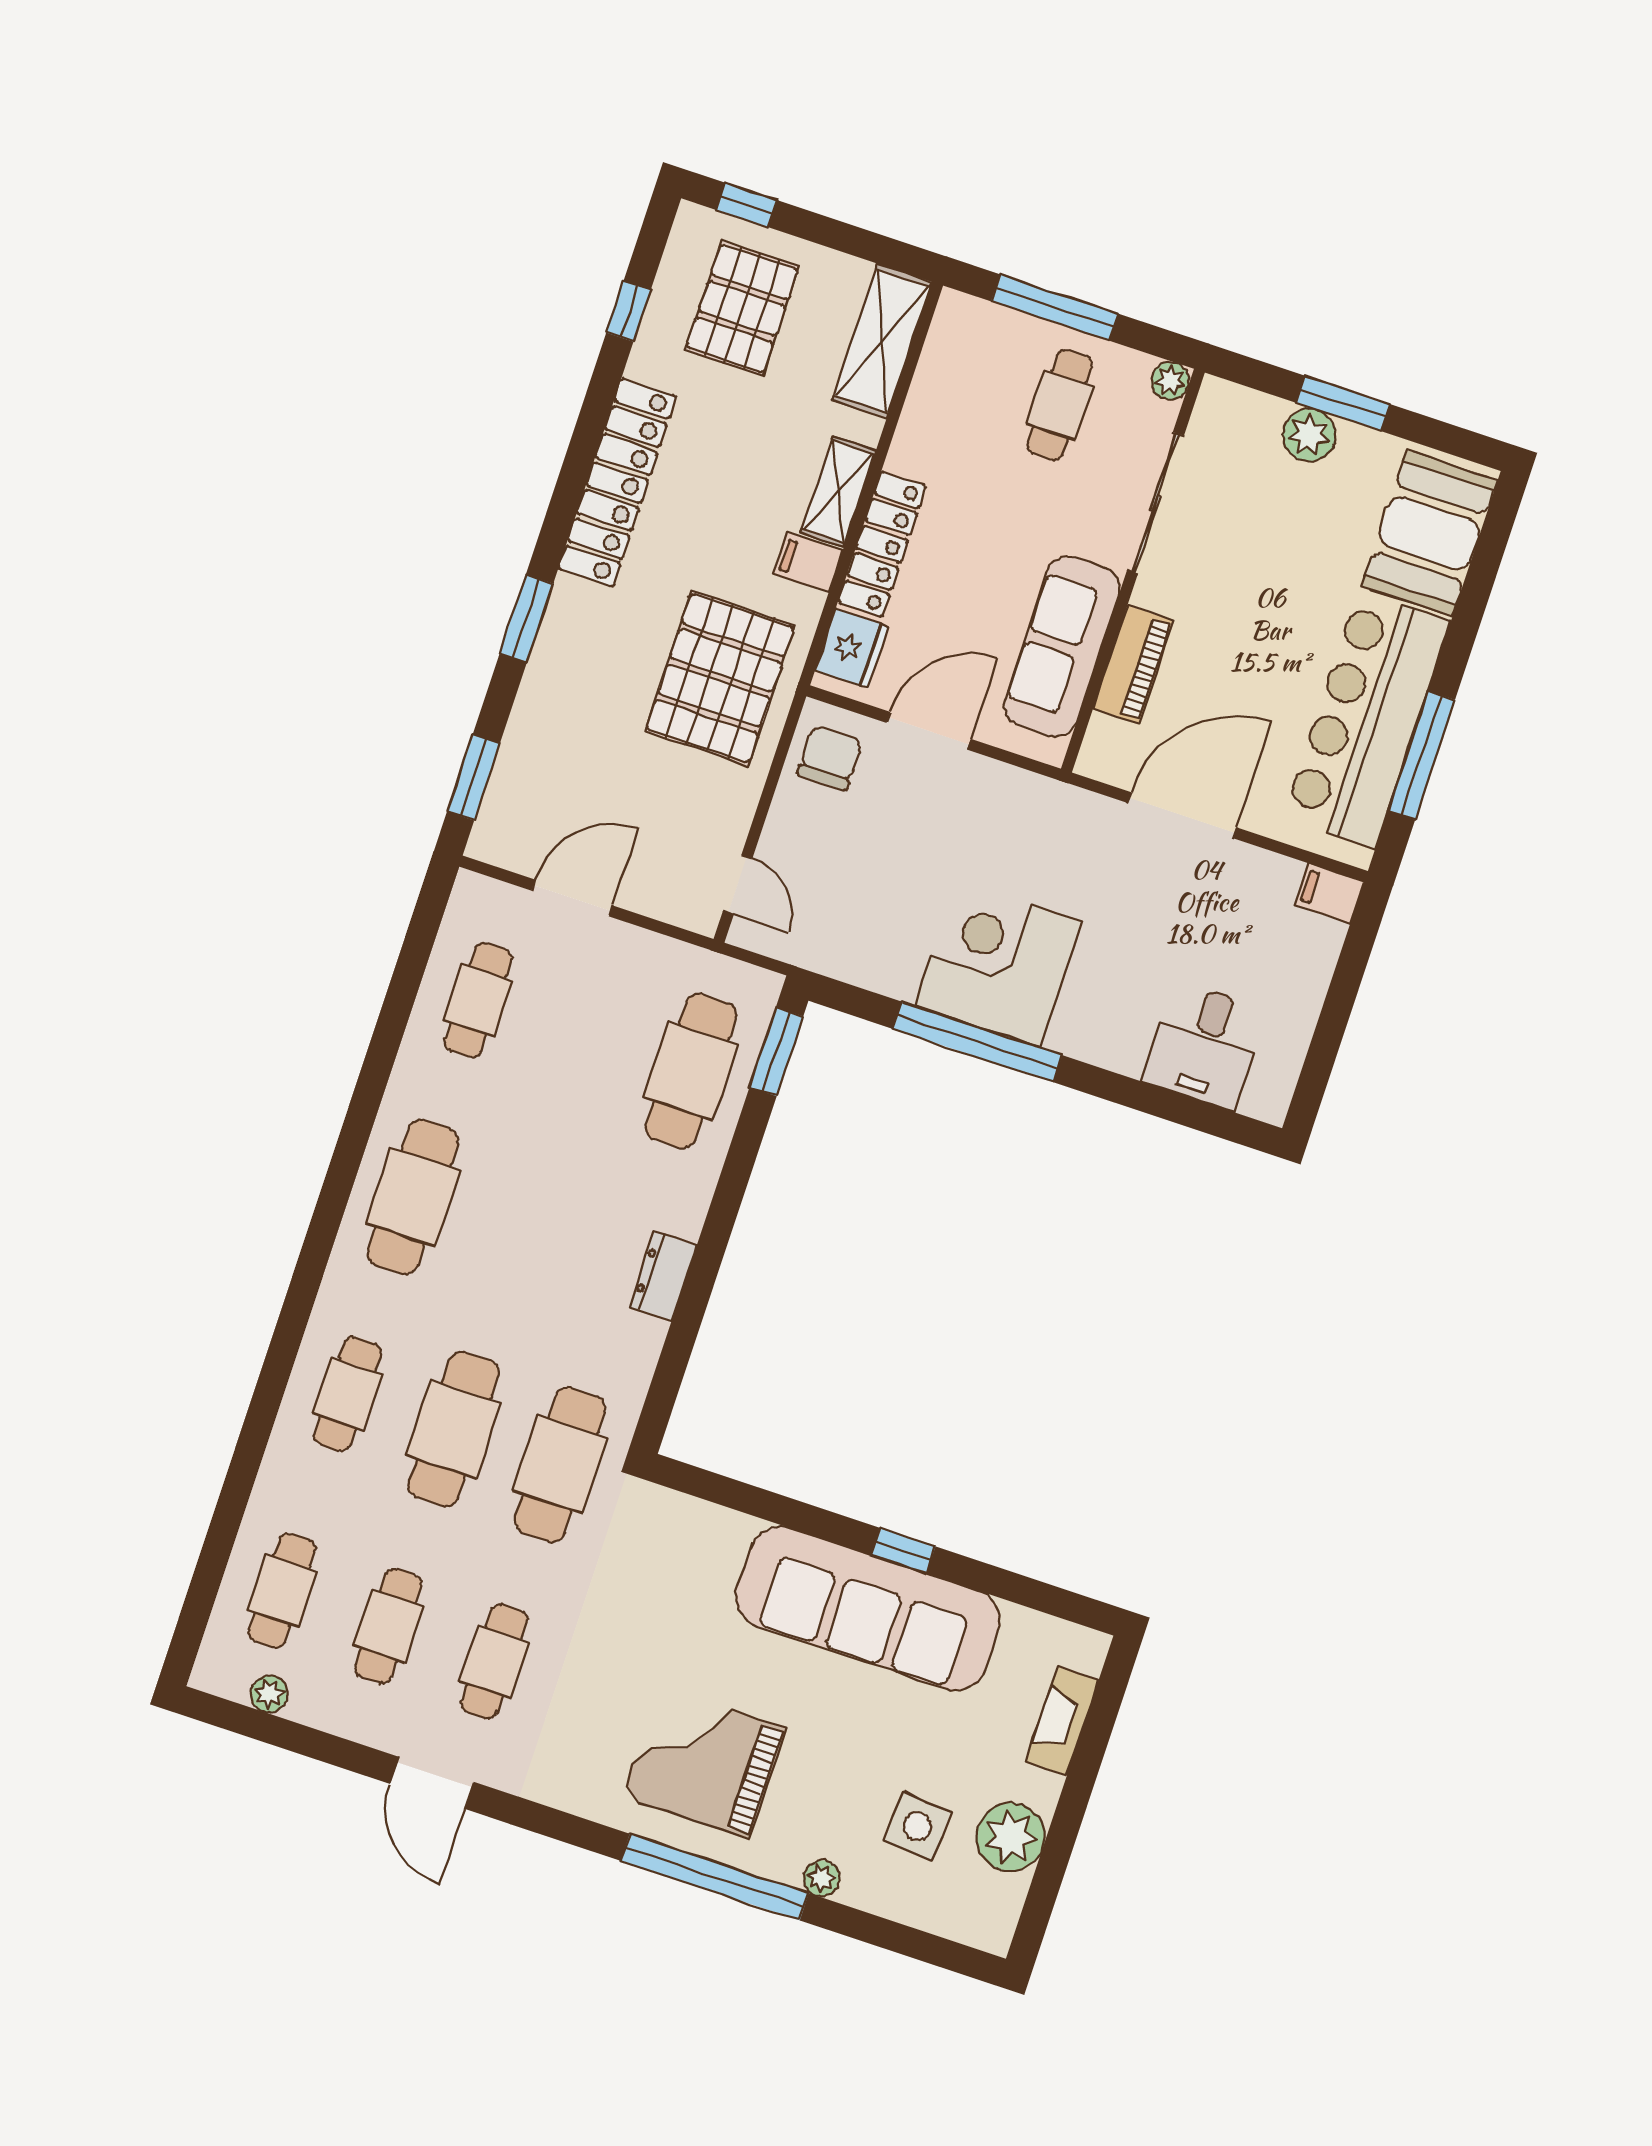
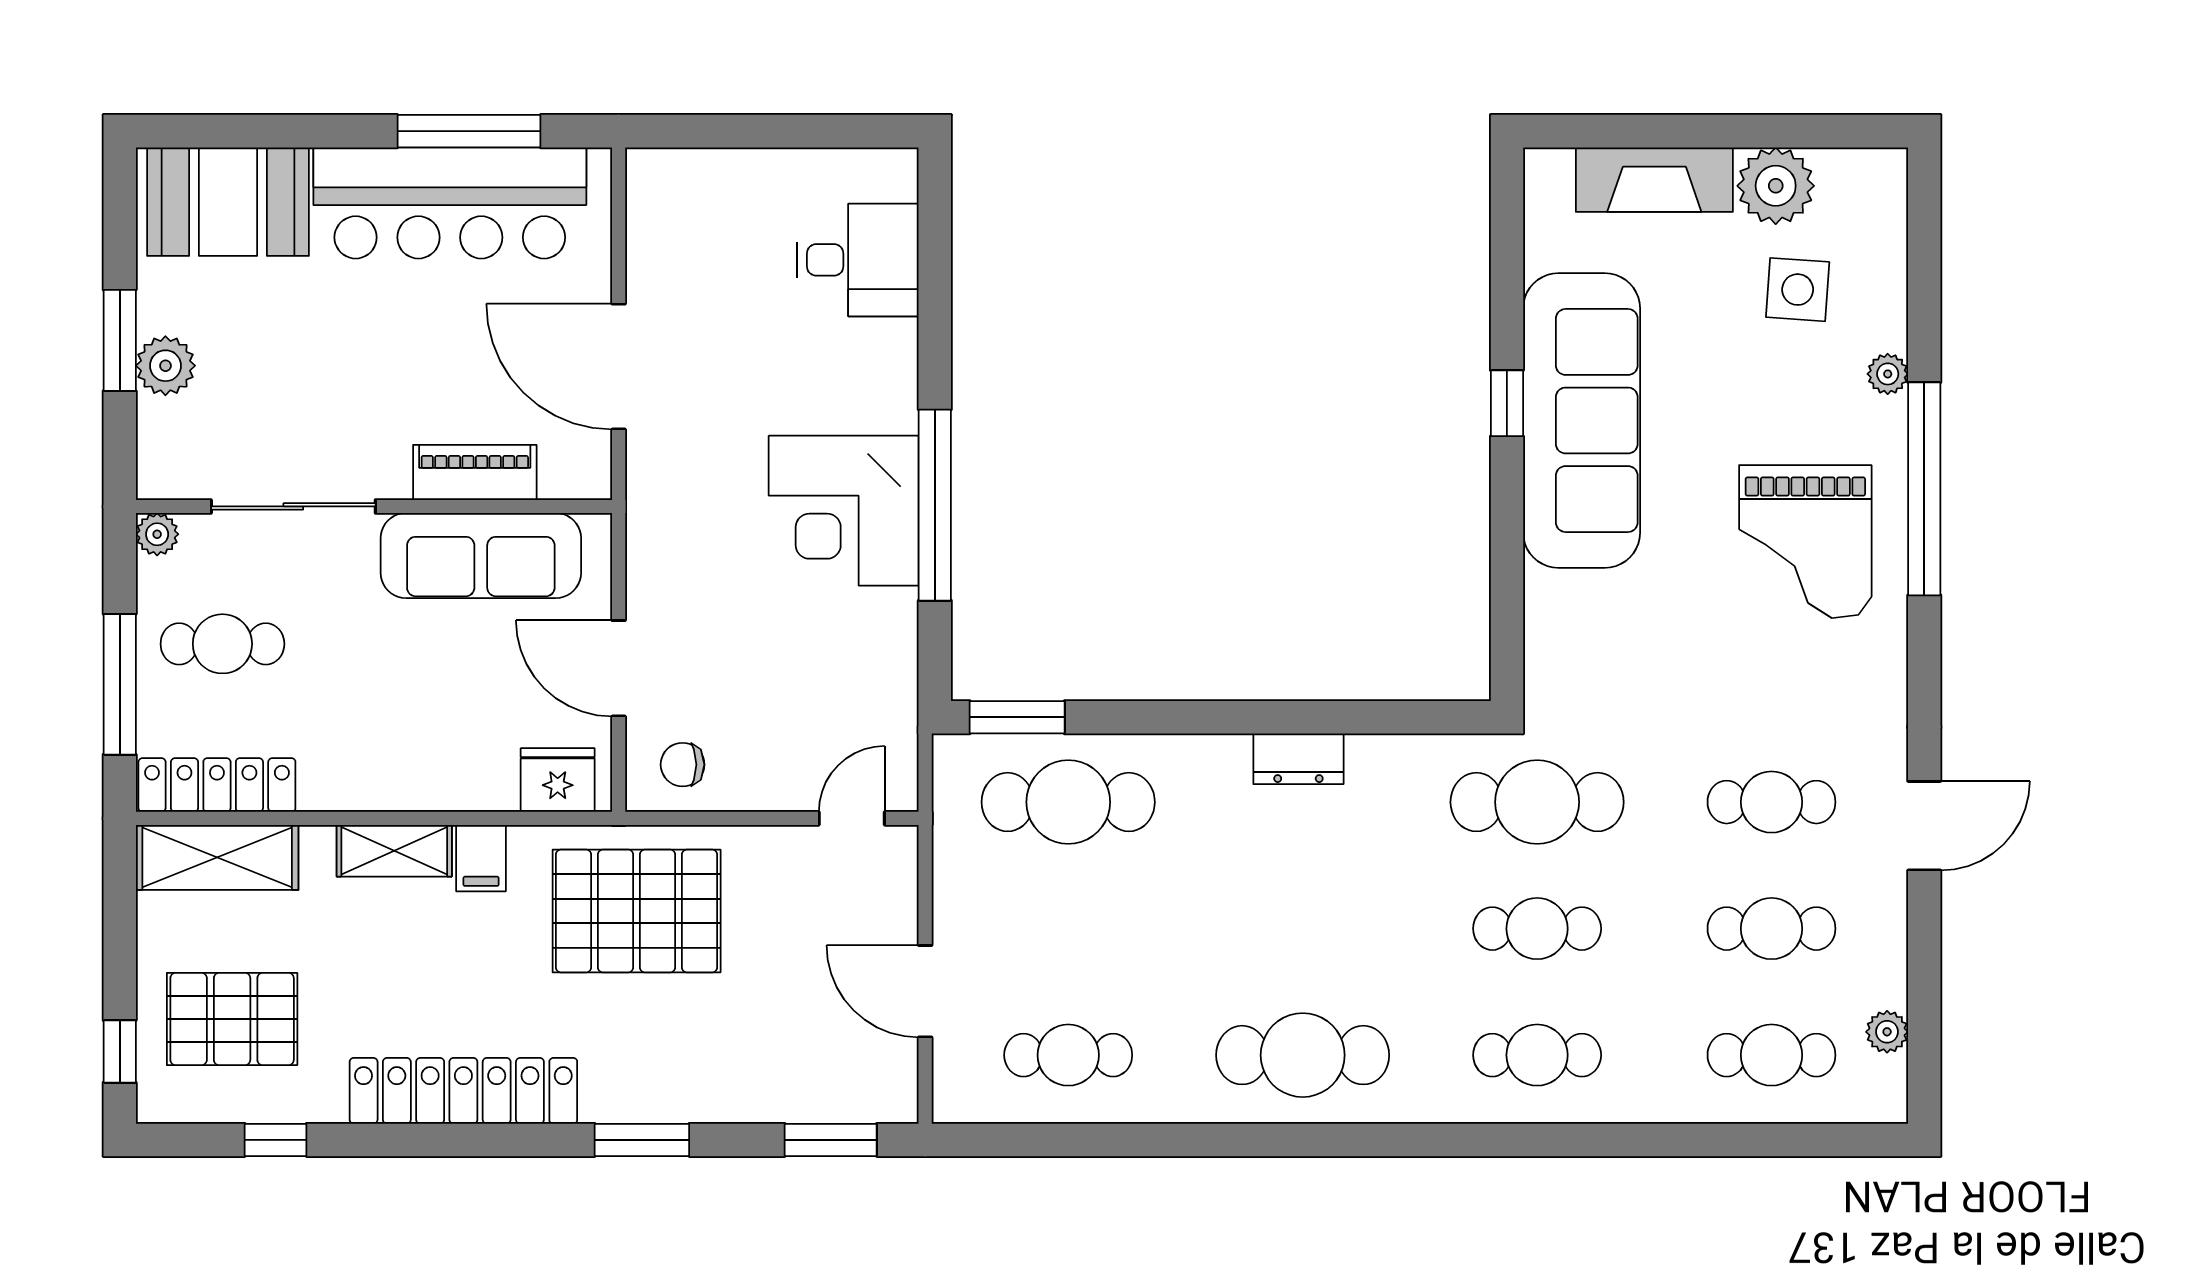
locker: (882, 544) -> (217, 785), moved
chair: (830, 758) -> (683, 765), width x0.73, depth x0.73
filing cabinet: (1330, 893) -> (650, 180), removed
cafe table: (454, 1429) -> (1537, 929), width x0.73, depth x0.74
fireplace: (1062, 1721) -> (1654, 180), width x1.37, depth x1.32

